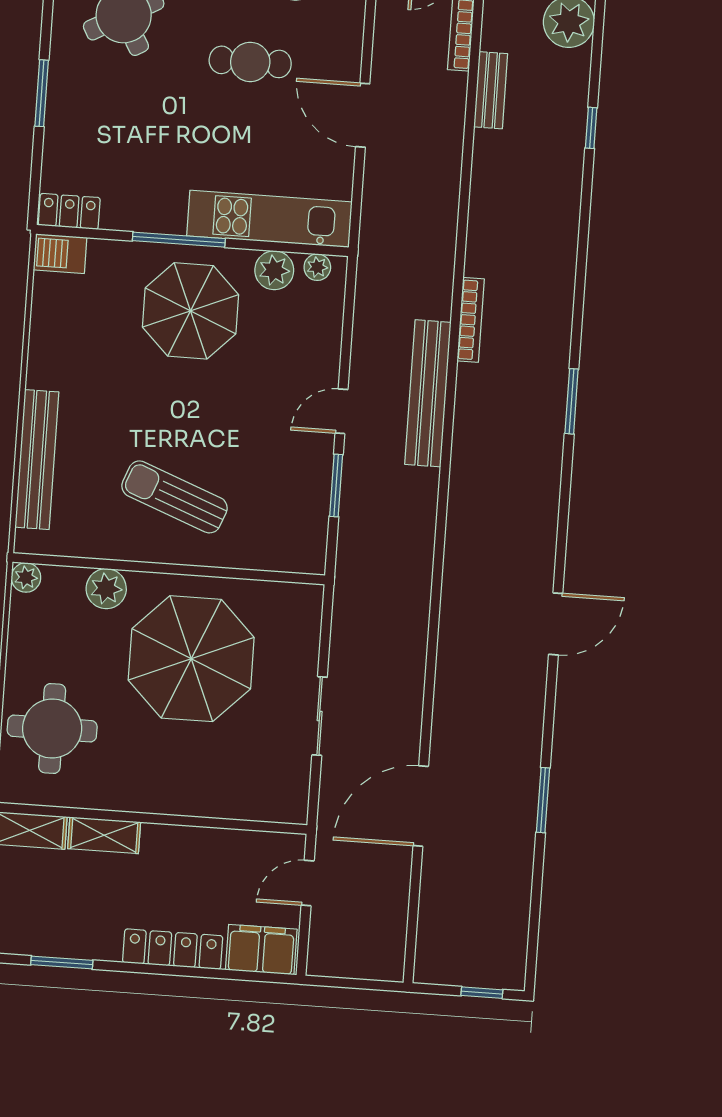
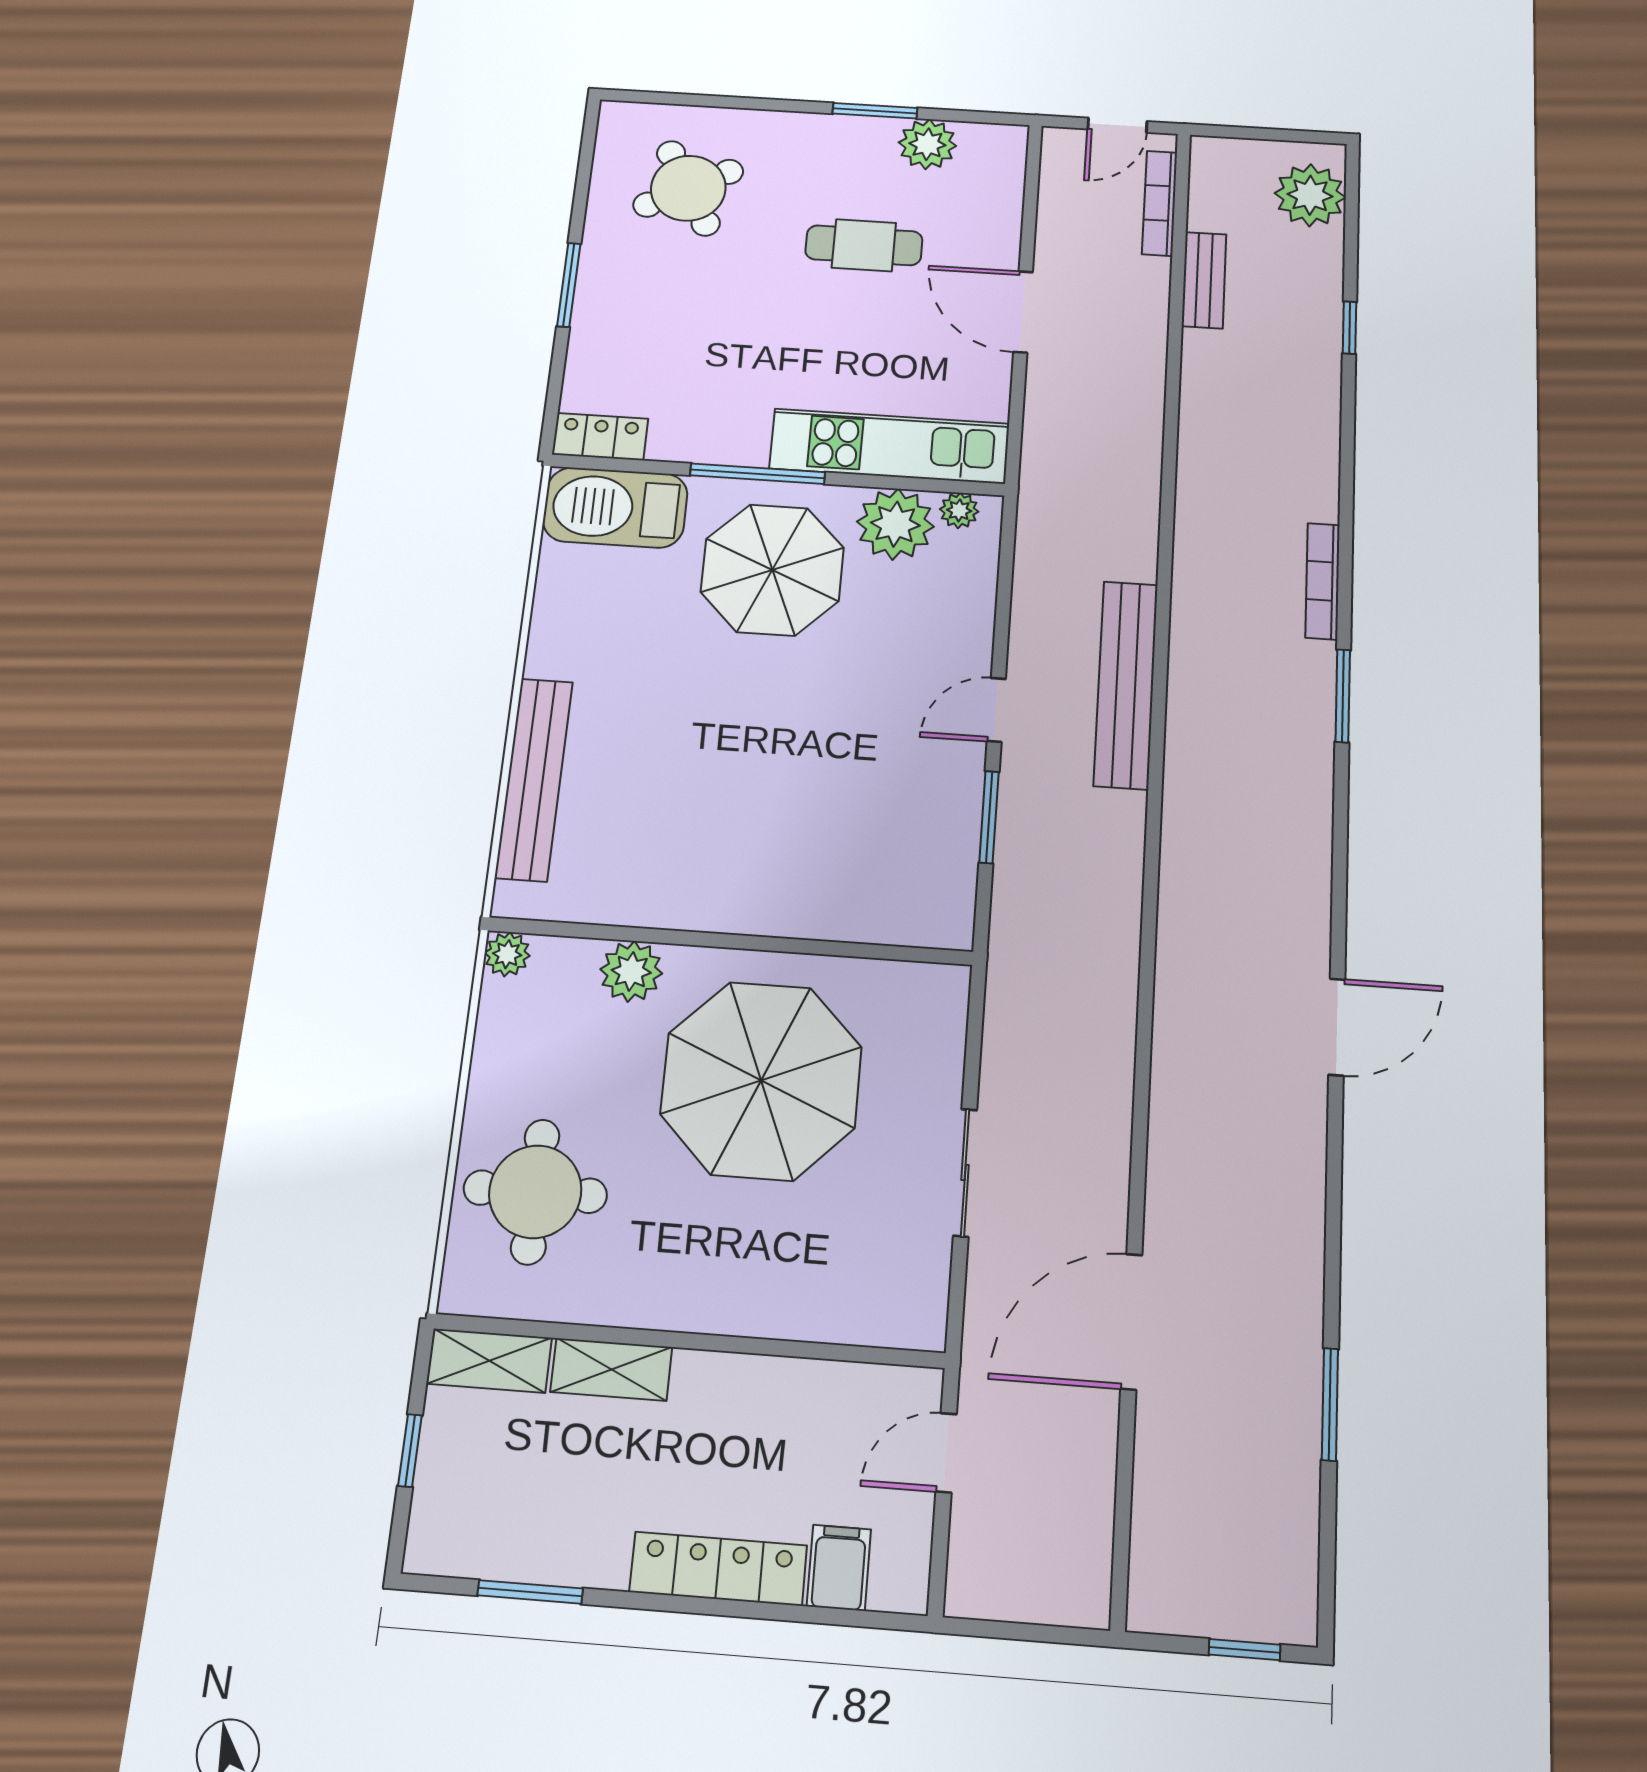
barbecue: (60, 254) -> (615, 508), width x1.88, depth x1.53
plant: (274, 270) -> (895, 524), width x1.36, depth x1.36
bookcase: (471, 320) -> (1323, 581), moved, turned 180
sun lounger: (174, 497) -> (741, 834), removed
window: (543, 800) -> (1330, 1404), moved
filing cabinet: (261, 950) -> (839, 1568), width x0.50

